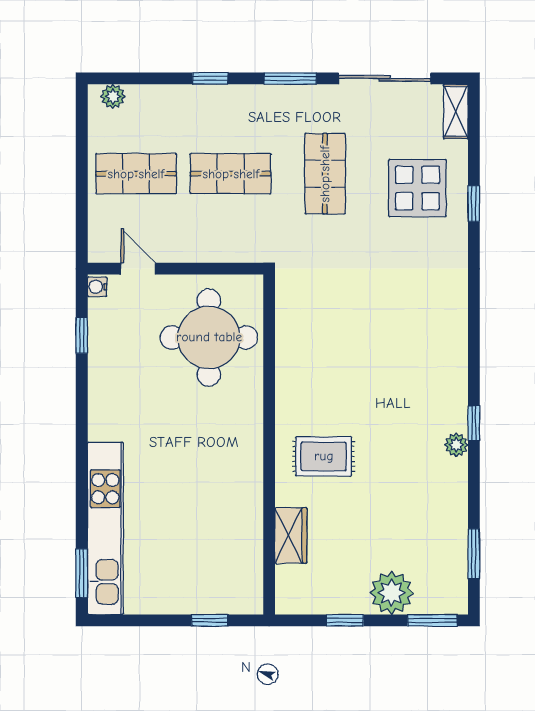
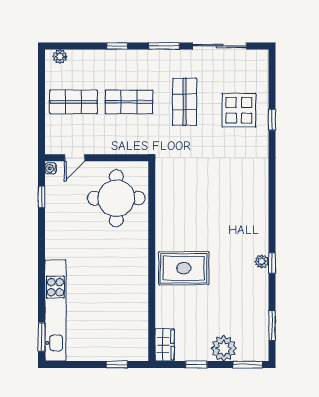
shelving: (456, 111) -> (261, 65), removed
door: (138, 269) -> (75, 158), swing flipped
window: (474, 423) -> (272, 263), moved
rug: (324, 456) -> (184, 268), width x1.36, depth x1.43
wardrobe: (291, 535) -> (165, 345), moved

